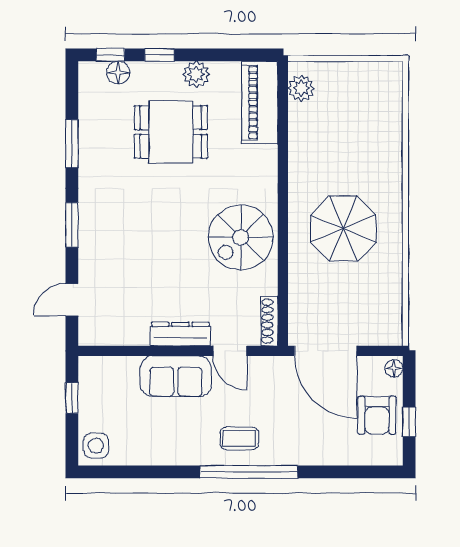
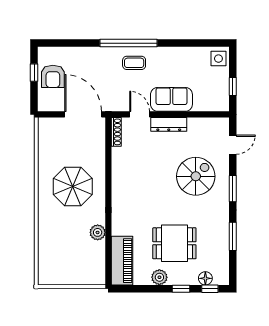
plant: (301, 88) -> (98, 232), moved
spiral stairs: (241, 237) -> (196, 176), moved
floor lamp: (394, 368) -> (43, 104), removed
armchair: (377, 415) -> (53, 76), turned 180

